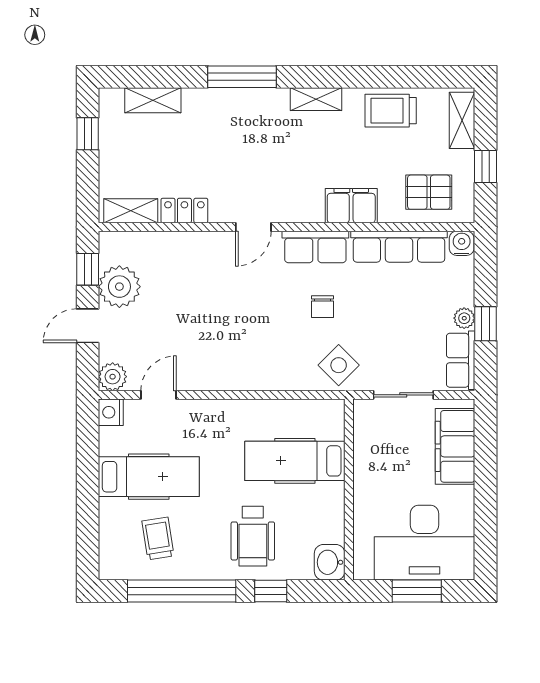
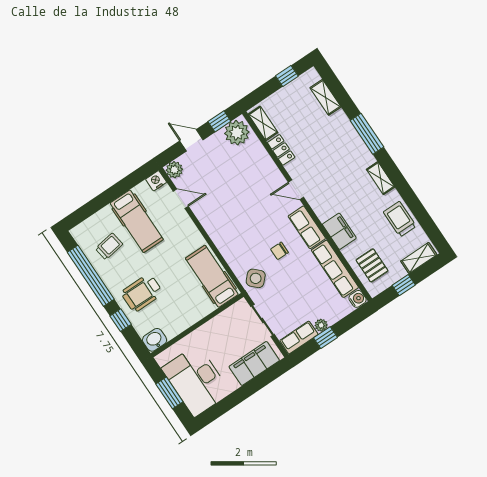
plant: (119, 287) -> (237, 133), moved
hospital bed: (295, 461) -> (212, 276), moved

